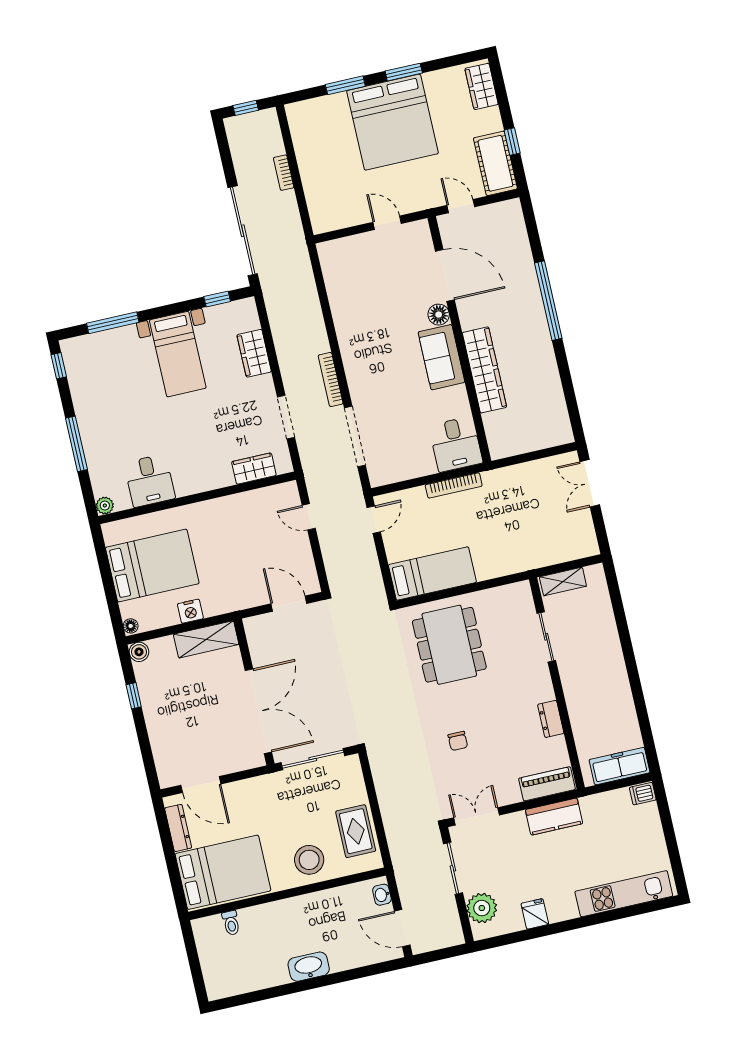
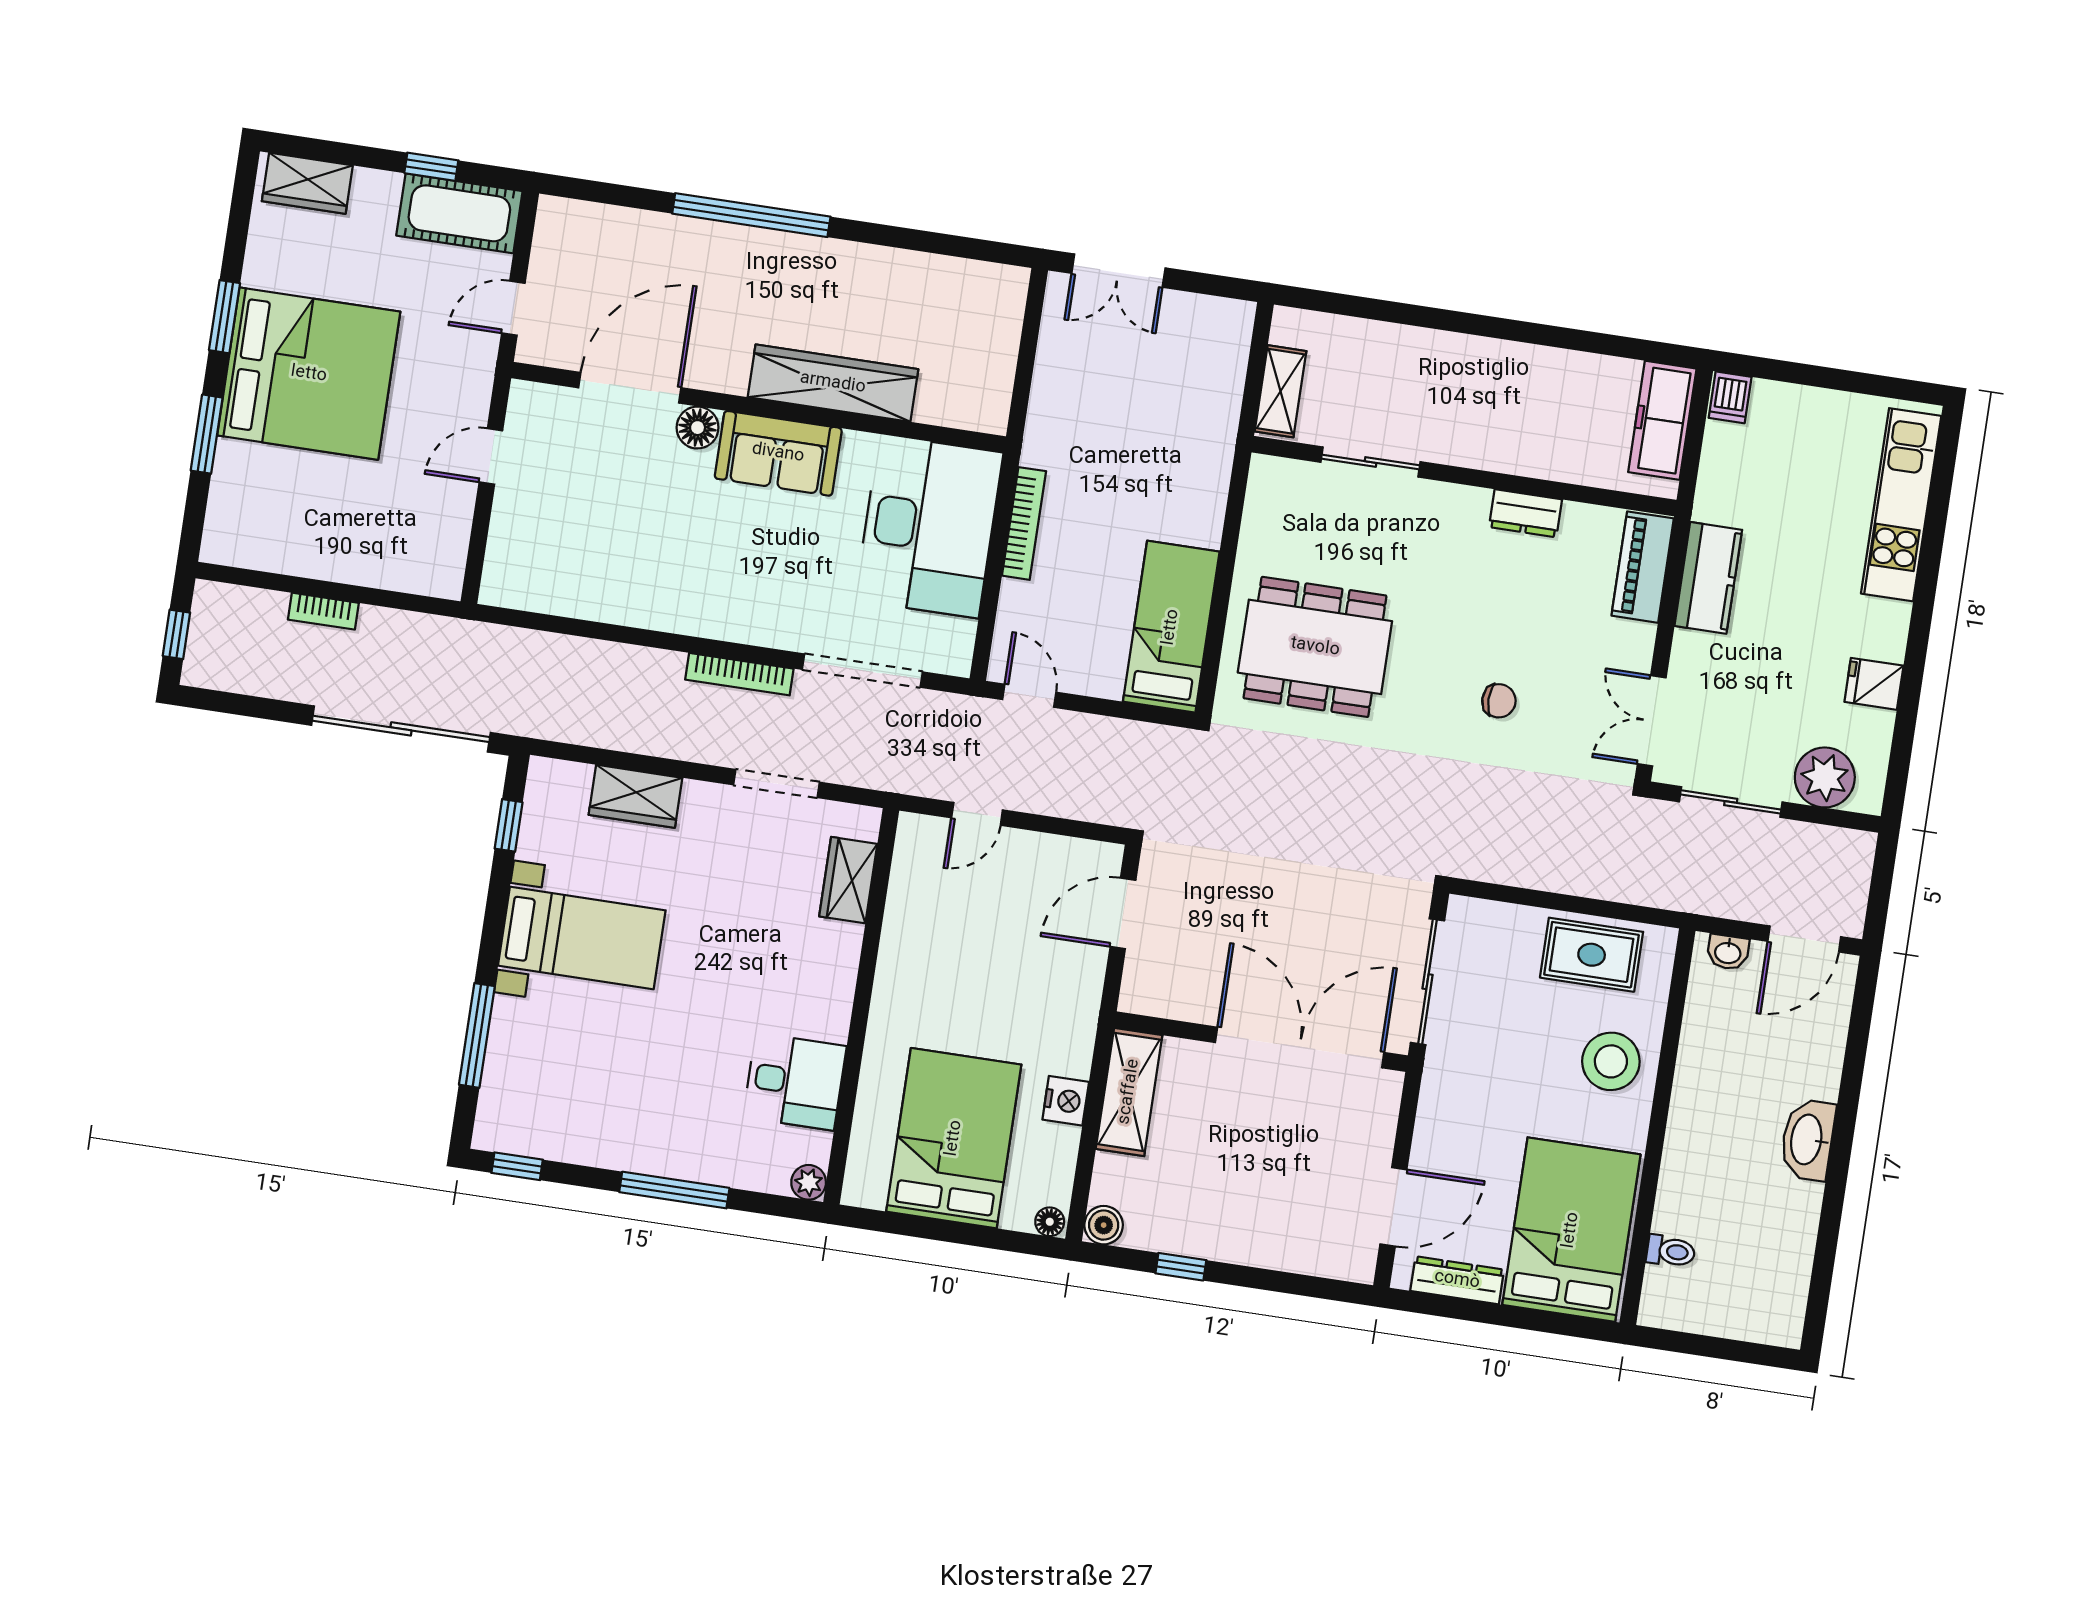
desk: (456, 444) -> (929, 526), width x1.87, depth x1.30

